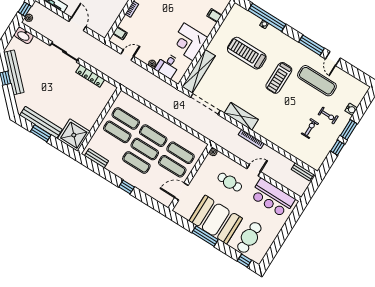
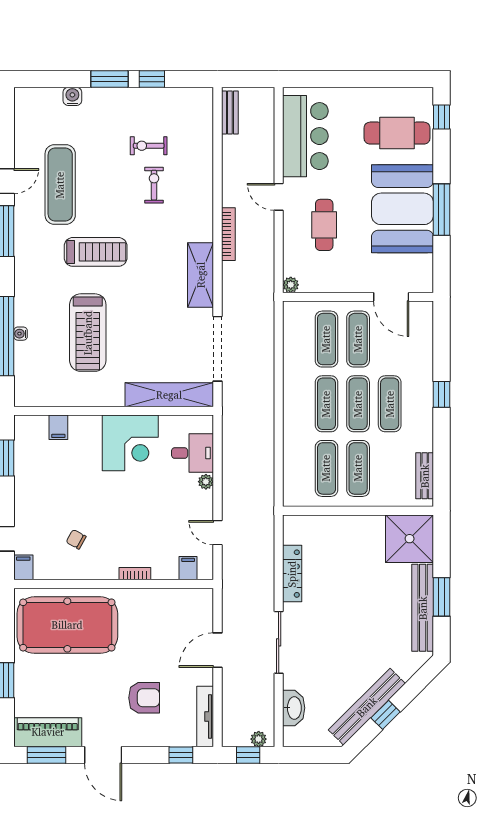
washbasin: (24, 35) -> (294, 708), moved
exercise bike: (328, 115) -> (154, 185), moved

